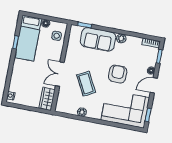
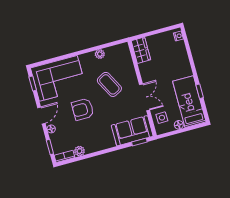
plant: (121, 38) -> (79, 151), moved
sofa: (98, 39) -> (132, 131), moved
double door: (60, 74) -> (145, 97), moved
armchair: (118, 74) -> (83, 109), turned 90

